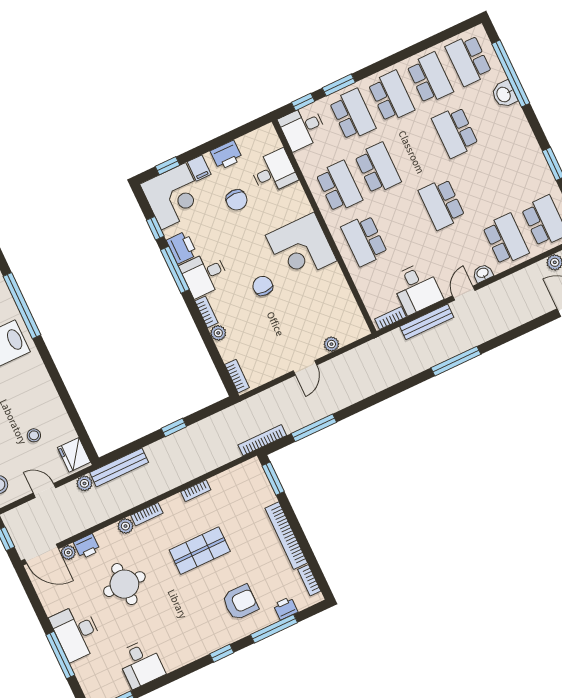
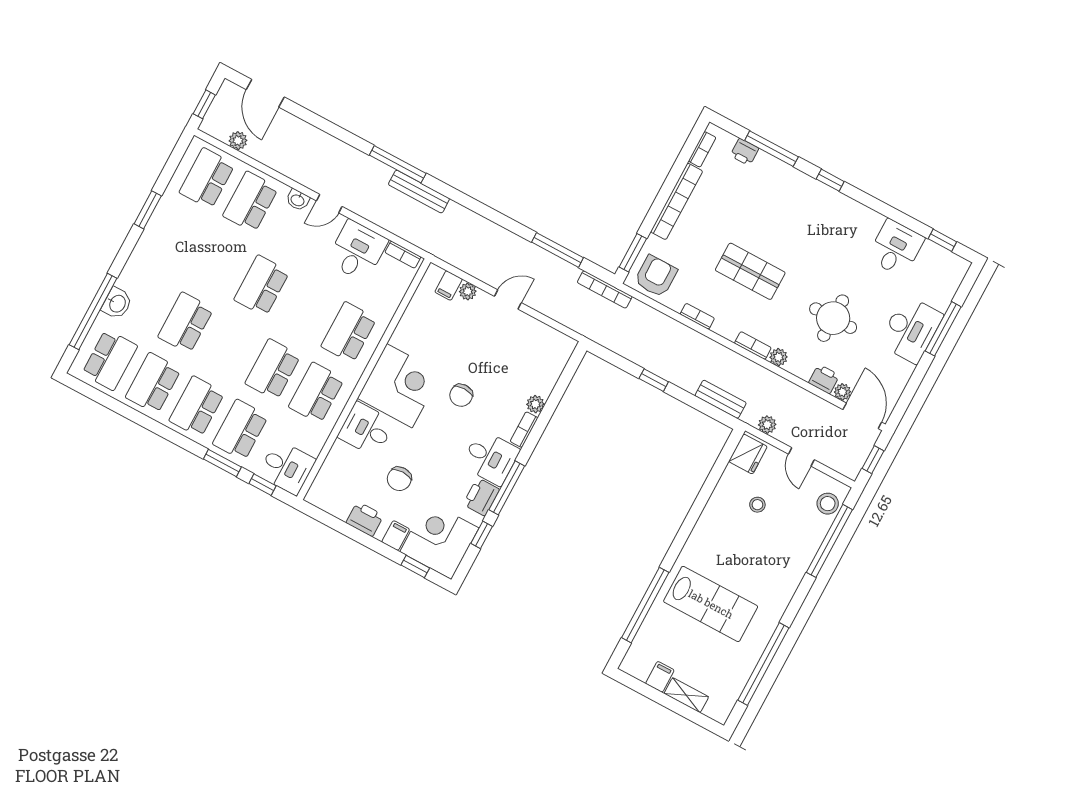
school desk: (455, 132) -> (186, 323), turned 180
desk: (274, 172) -> (366, 429), moved
chair: (237, 200) -> (399, 479), turned 180
school desk: (442, 204) -> (262, 286), turned 180
school desk: (364, 240) -> (349, 332), turned 180
bench: (427, 322) -> (419, 192), moved
filing cabinet: (345, 334) -> (449, 285), added
bookcase: (237, 376) -> (563, 357), removed
bench: (119, 467) -> (721, 399), width x0.73
armchair: (240, 602) -> (656, 276), moved, turned 90

